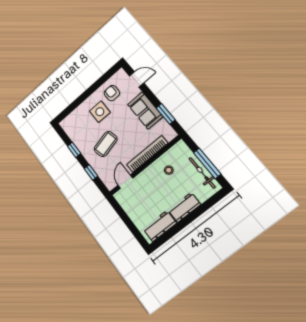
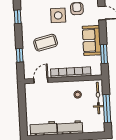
window: (74, 150) -> (18, 17), moved
bicycle: (202, 173) -> (98, 98), moved

